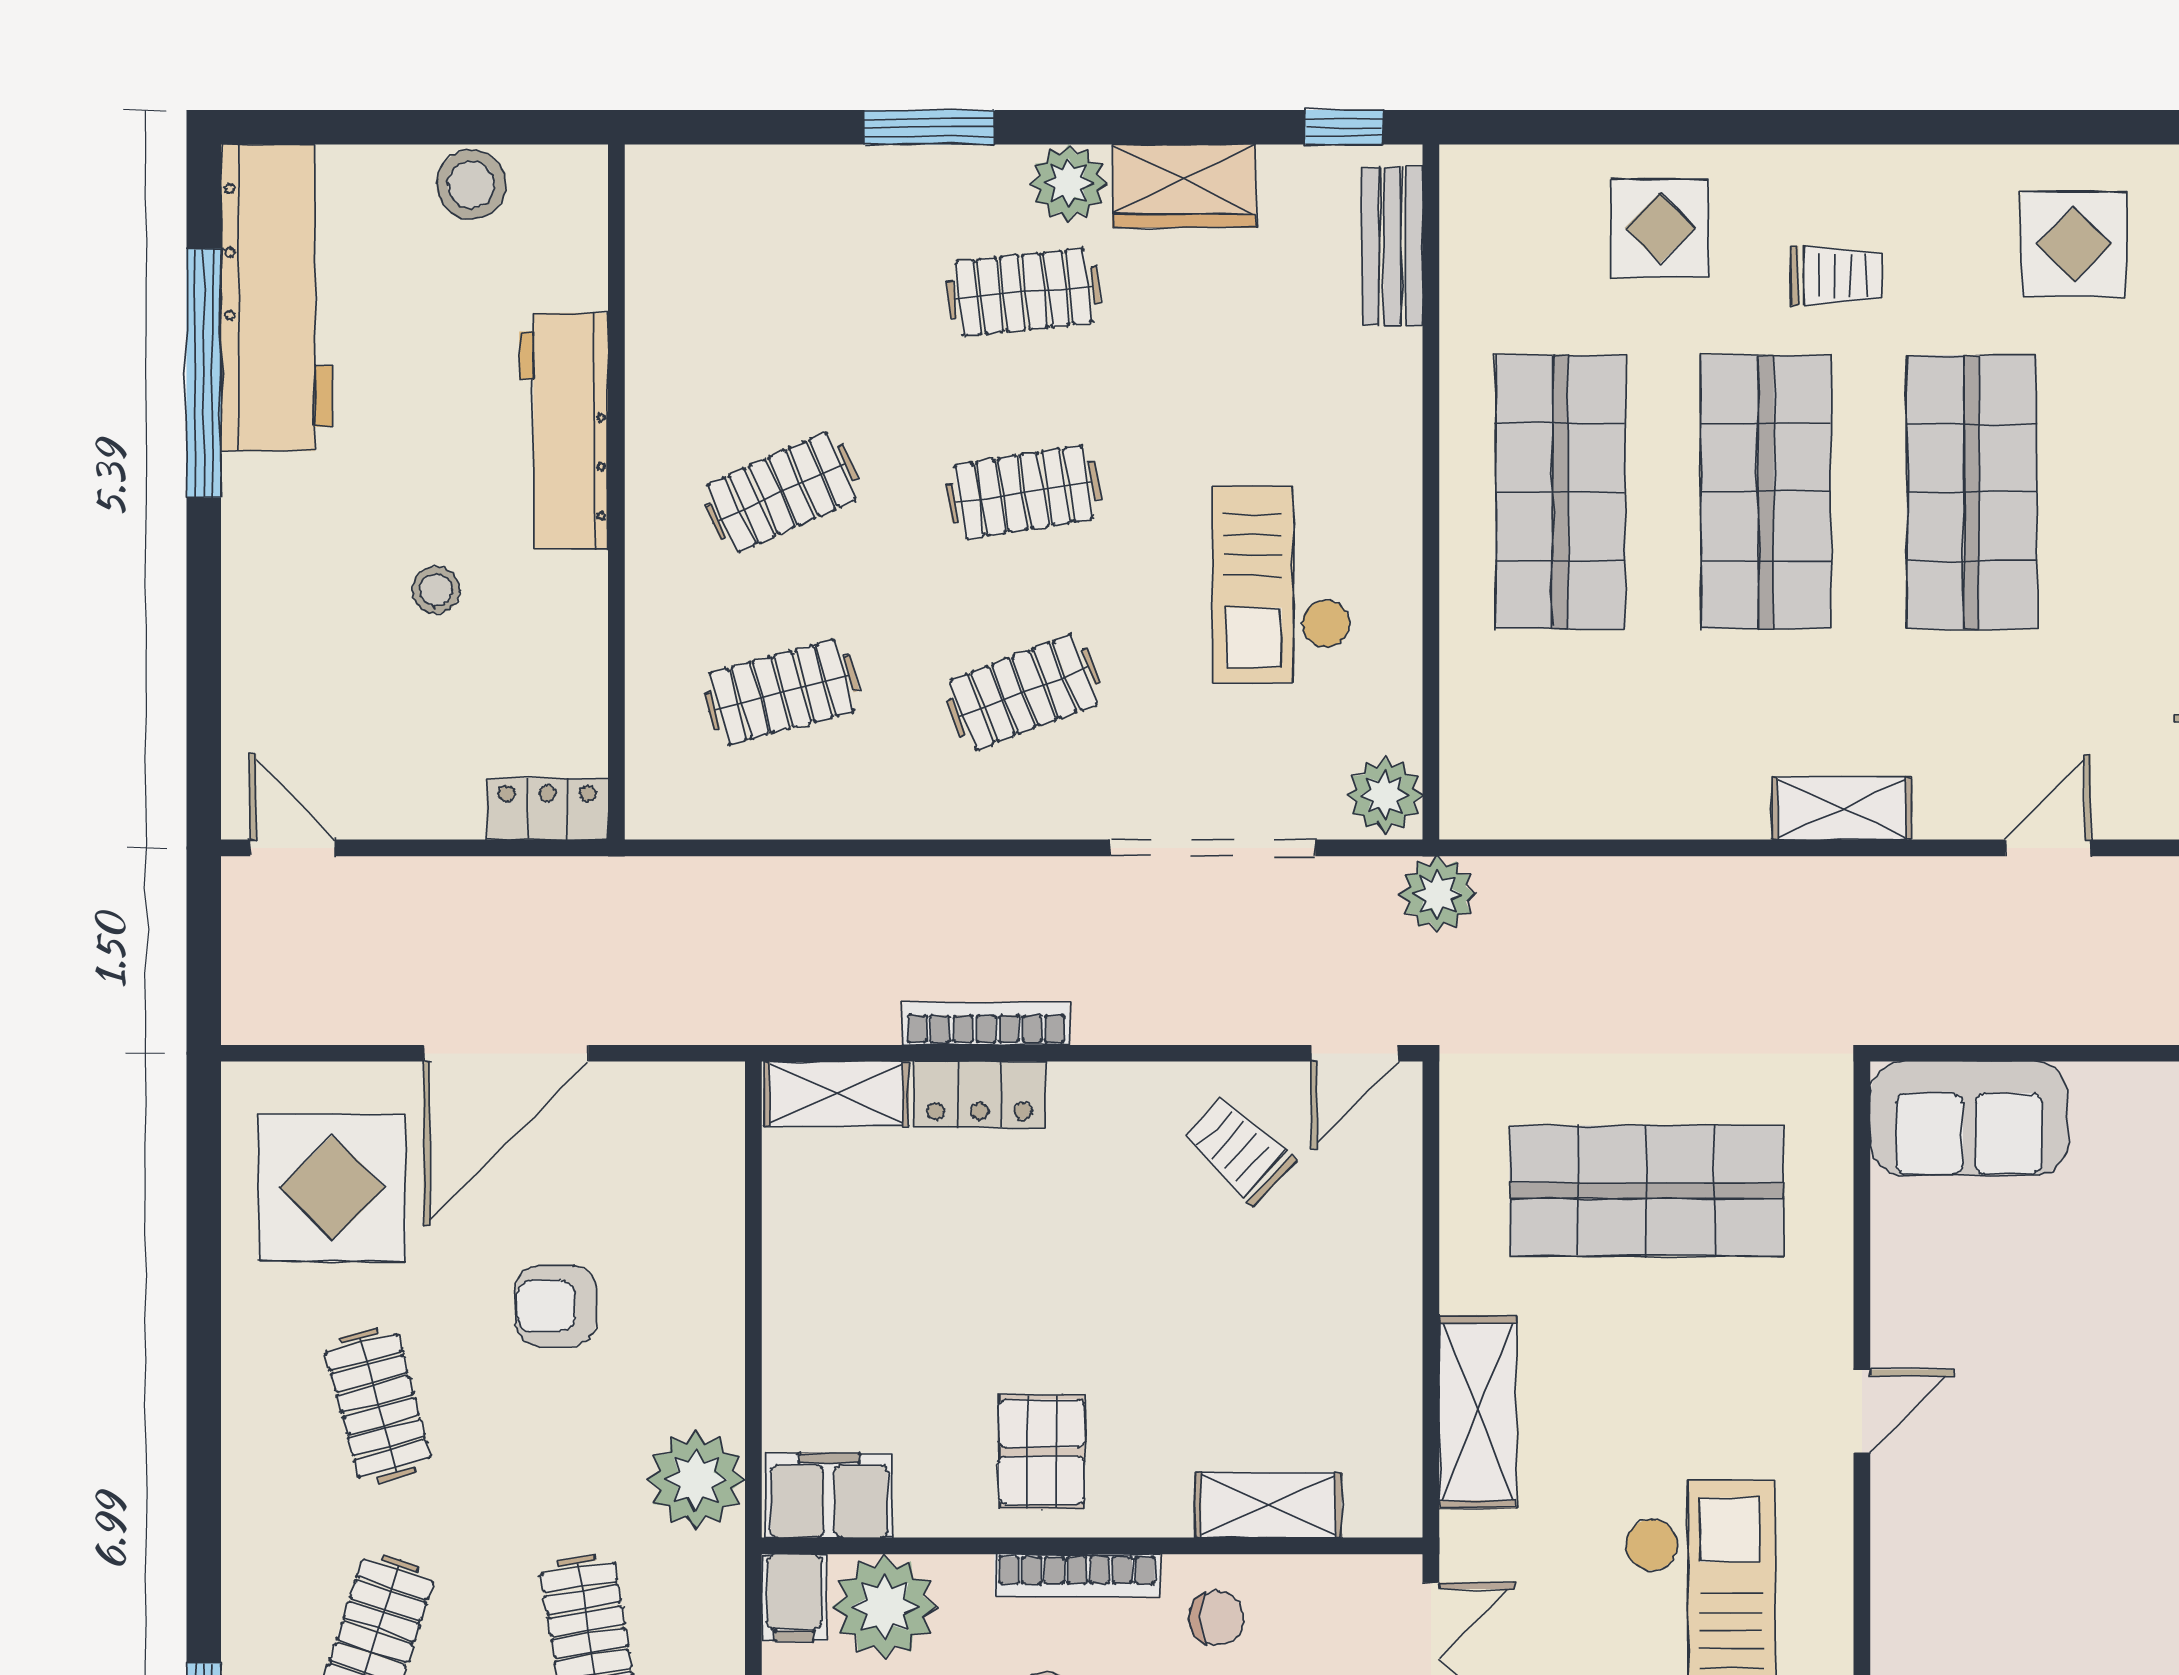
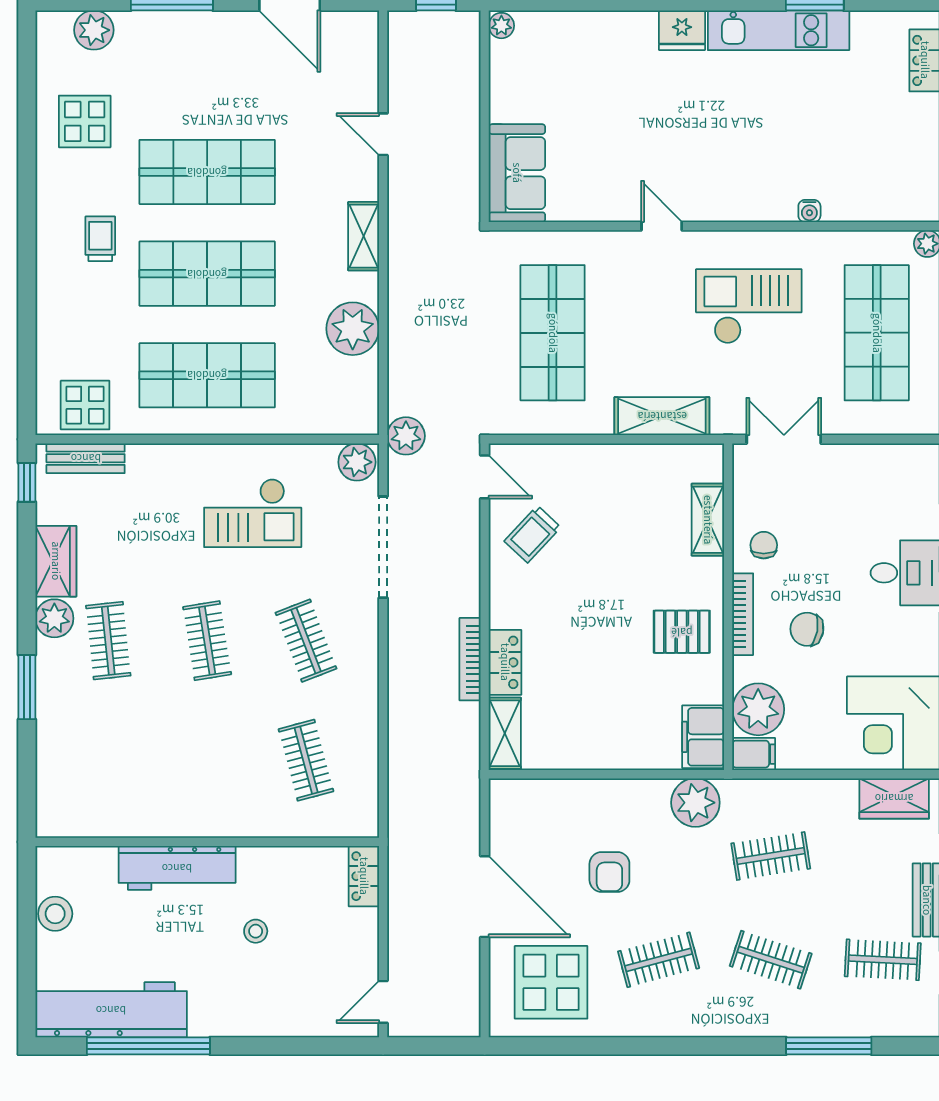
display table: (1660, 228) -> (85, 405), moved
clothes rail: (782, 492) -> (207, 760), removed
plant: (1655, 786) -> (353, 329), added

